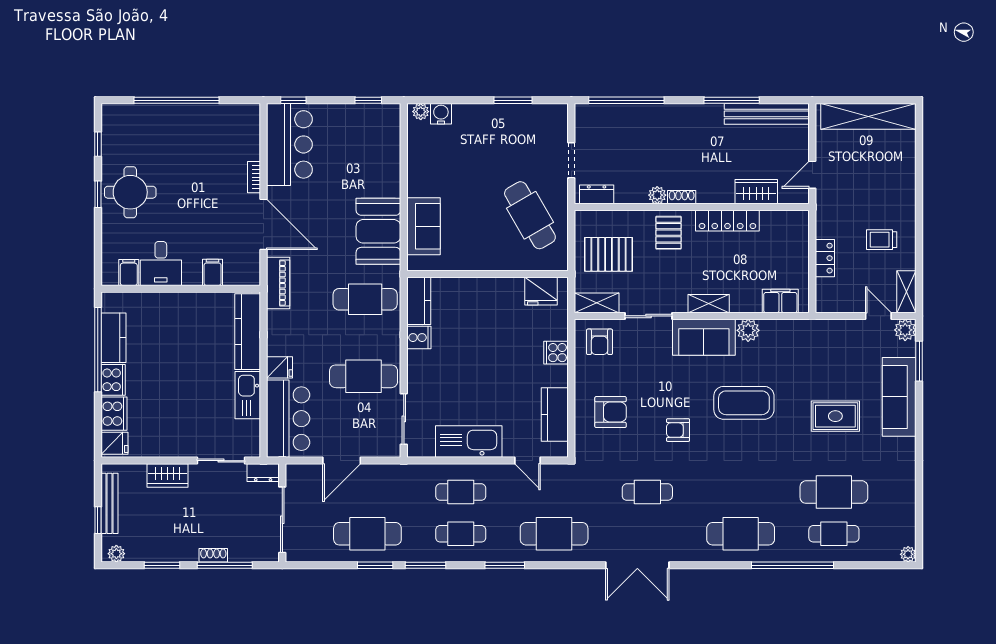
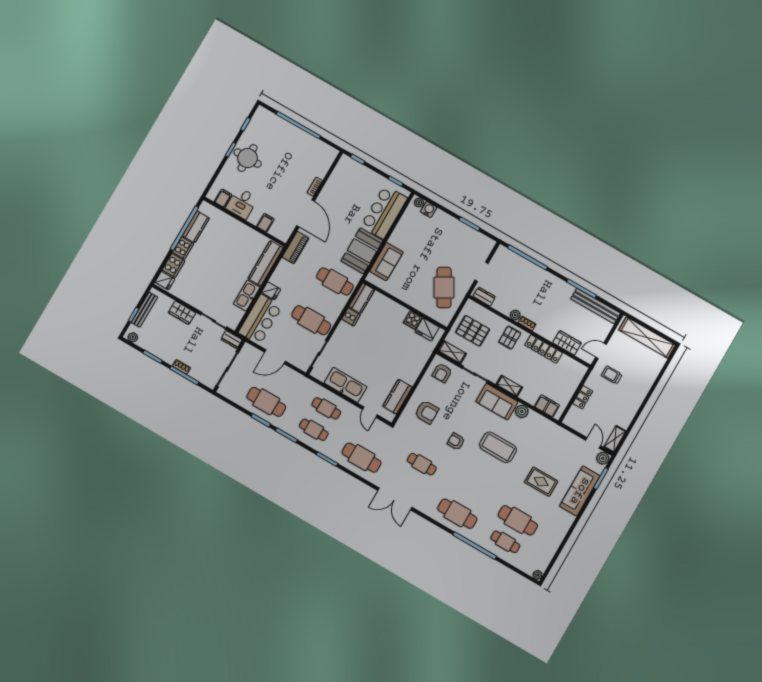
bar counter: (289, 144) -> (384, 212), moved, turned 180
trolley: (882, 240) -> (612, 375), moved
cooker: (556, 353) -> (413, 320), moved, turned -90

